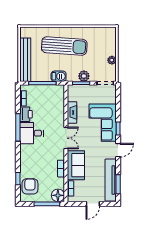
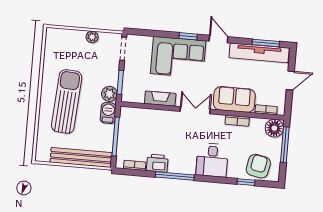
plant: (84, 76) -> (109, 94), moved
desk: (32, 133) -> (212, 160), moved
armchair: (30, 186) -> (258, 166), turned 101
door: (93, 204) -> (290, 81), hinge flipped

